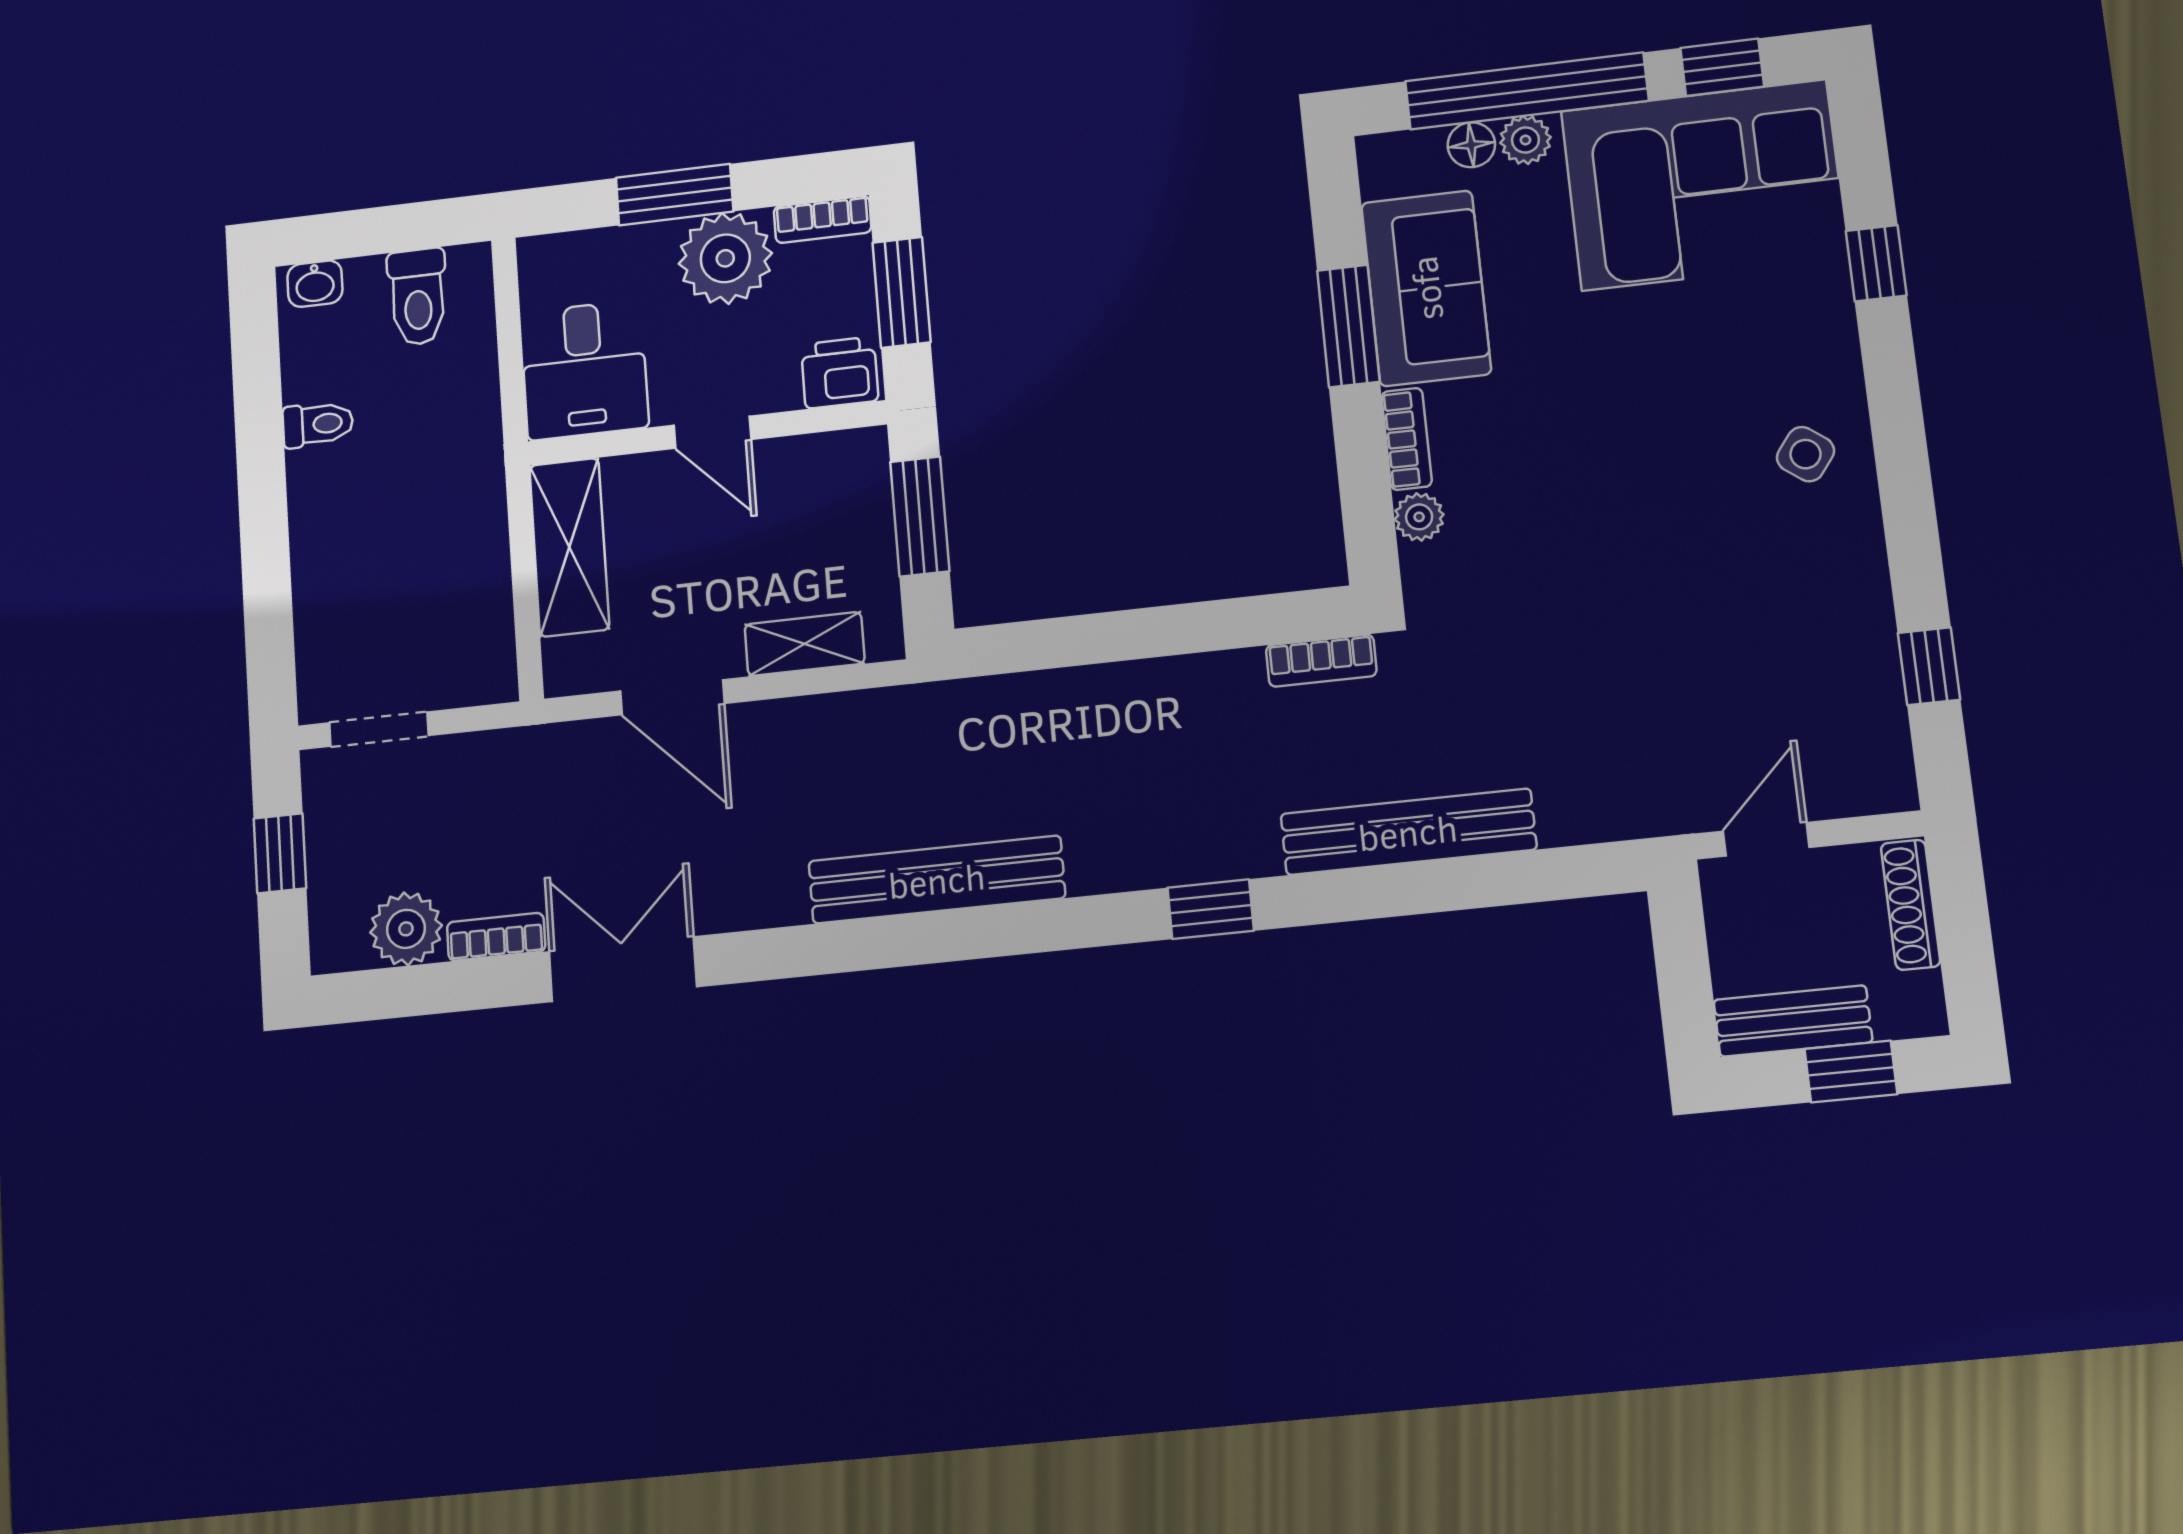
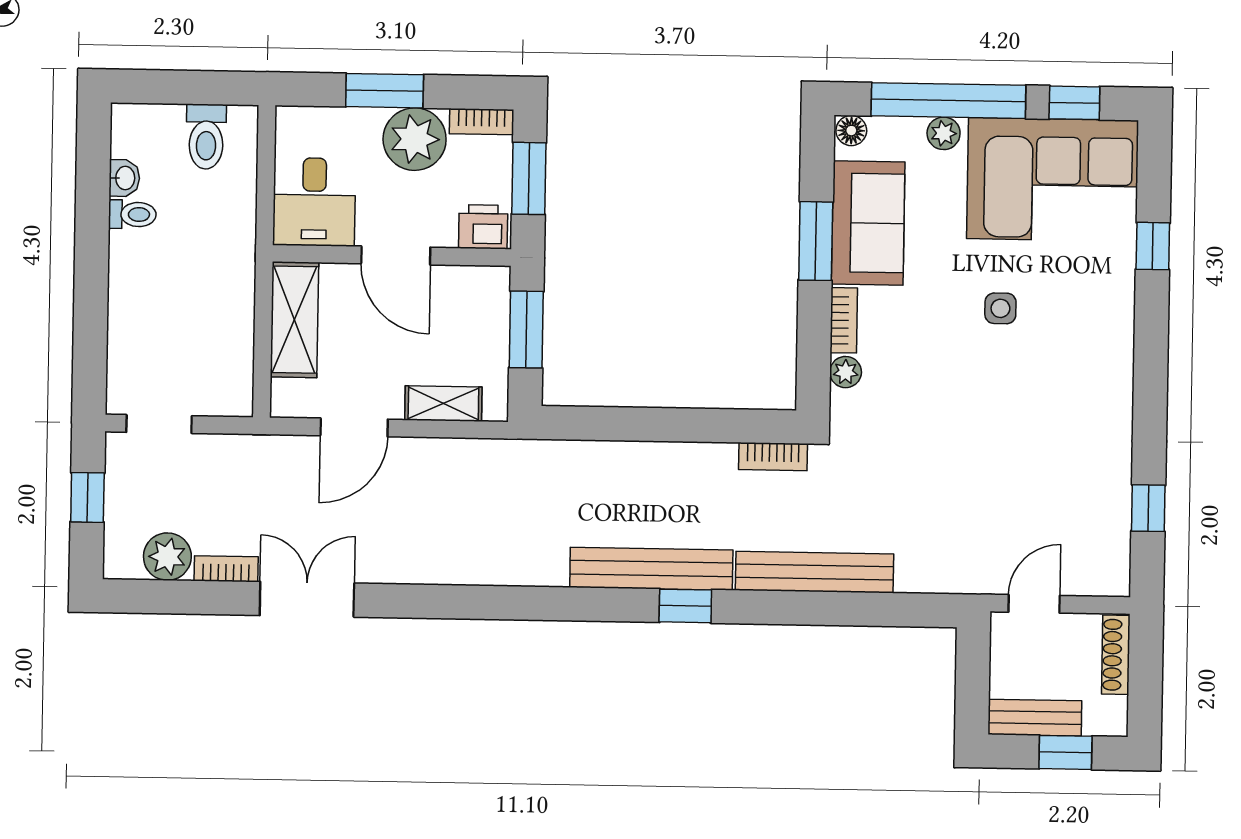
floor lamp: (1471, 145) -> (851, 131), moved
washbasin: (315, 284) -> (124, 178), moved, turned -90
door: (712, 432) -> (396, 255), width x1.37
side table: (1805, 454) -> (1000, 308), moved, turned -37
door: (672, 697) -> (354, 427), hinge flipped
bench: (937, 880) -> (651, 569), moved

